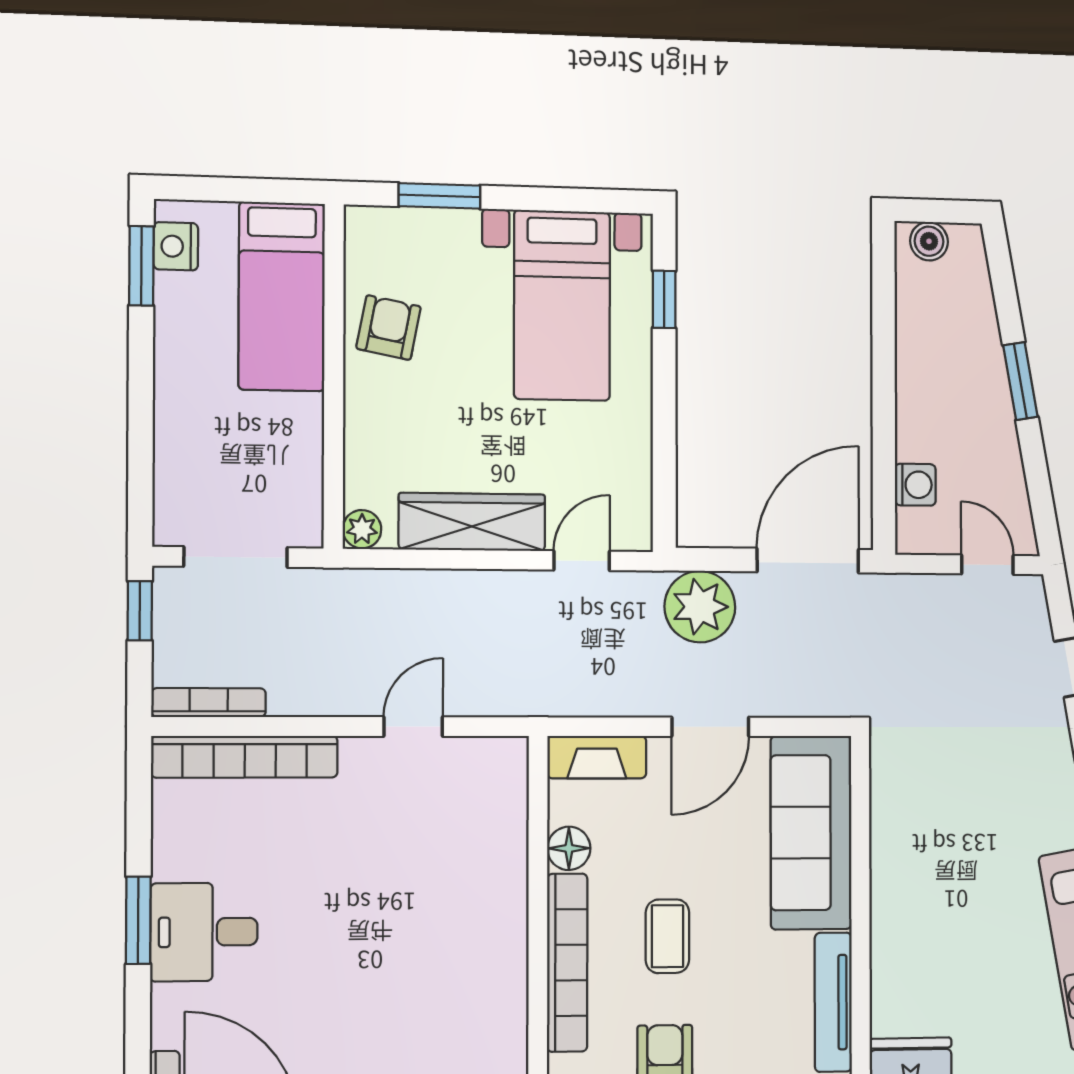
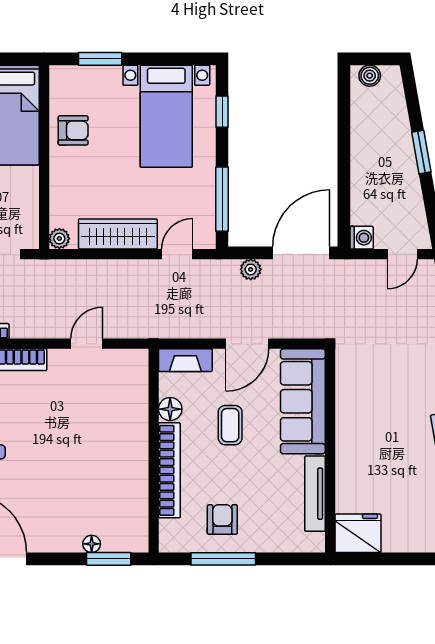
armchair: (389, 328) -> (73, 130), turned 79
window: (664, 460) -> (222, 199), added
washing machine: (915, 485) -> (362, 238), moved
door: (987, 565) -> (402, 254), swing flipped
plant: (700, 607) -> (251, 269), width x0.53, depth x0.53
coffee table: (667, 936) -> (230, 425), moved

